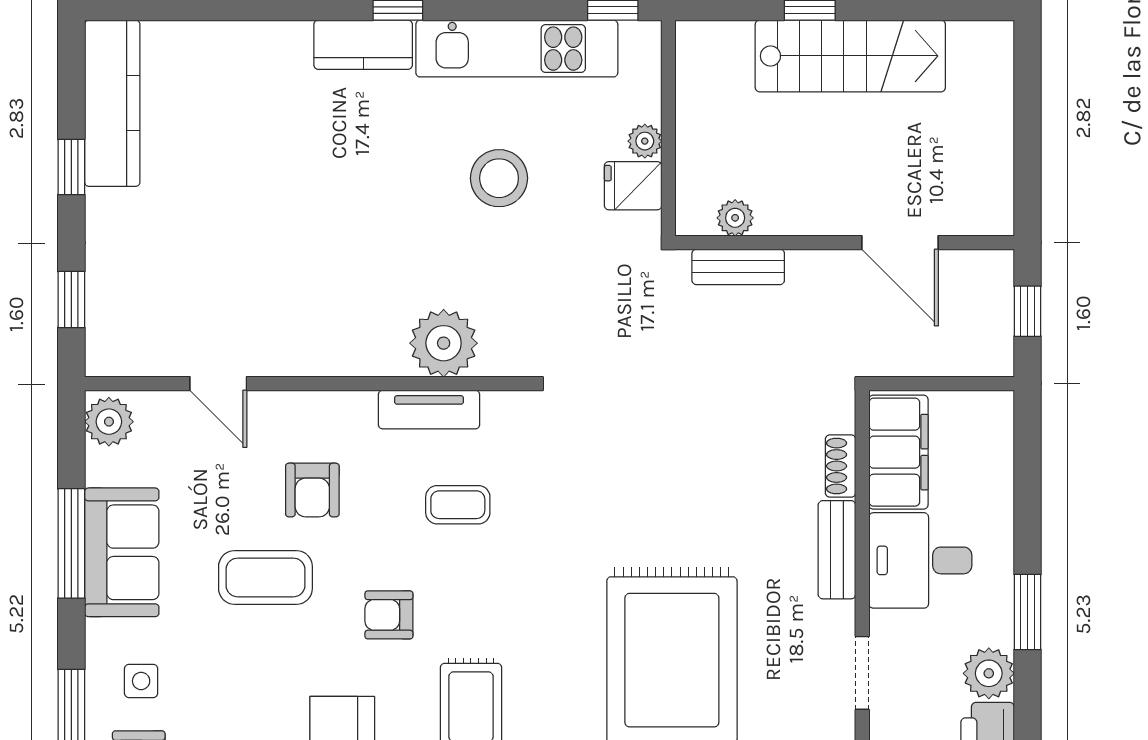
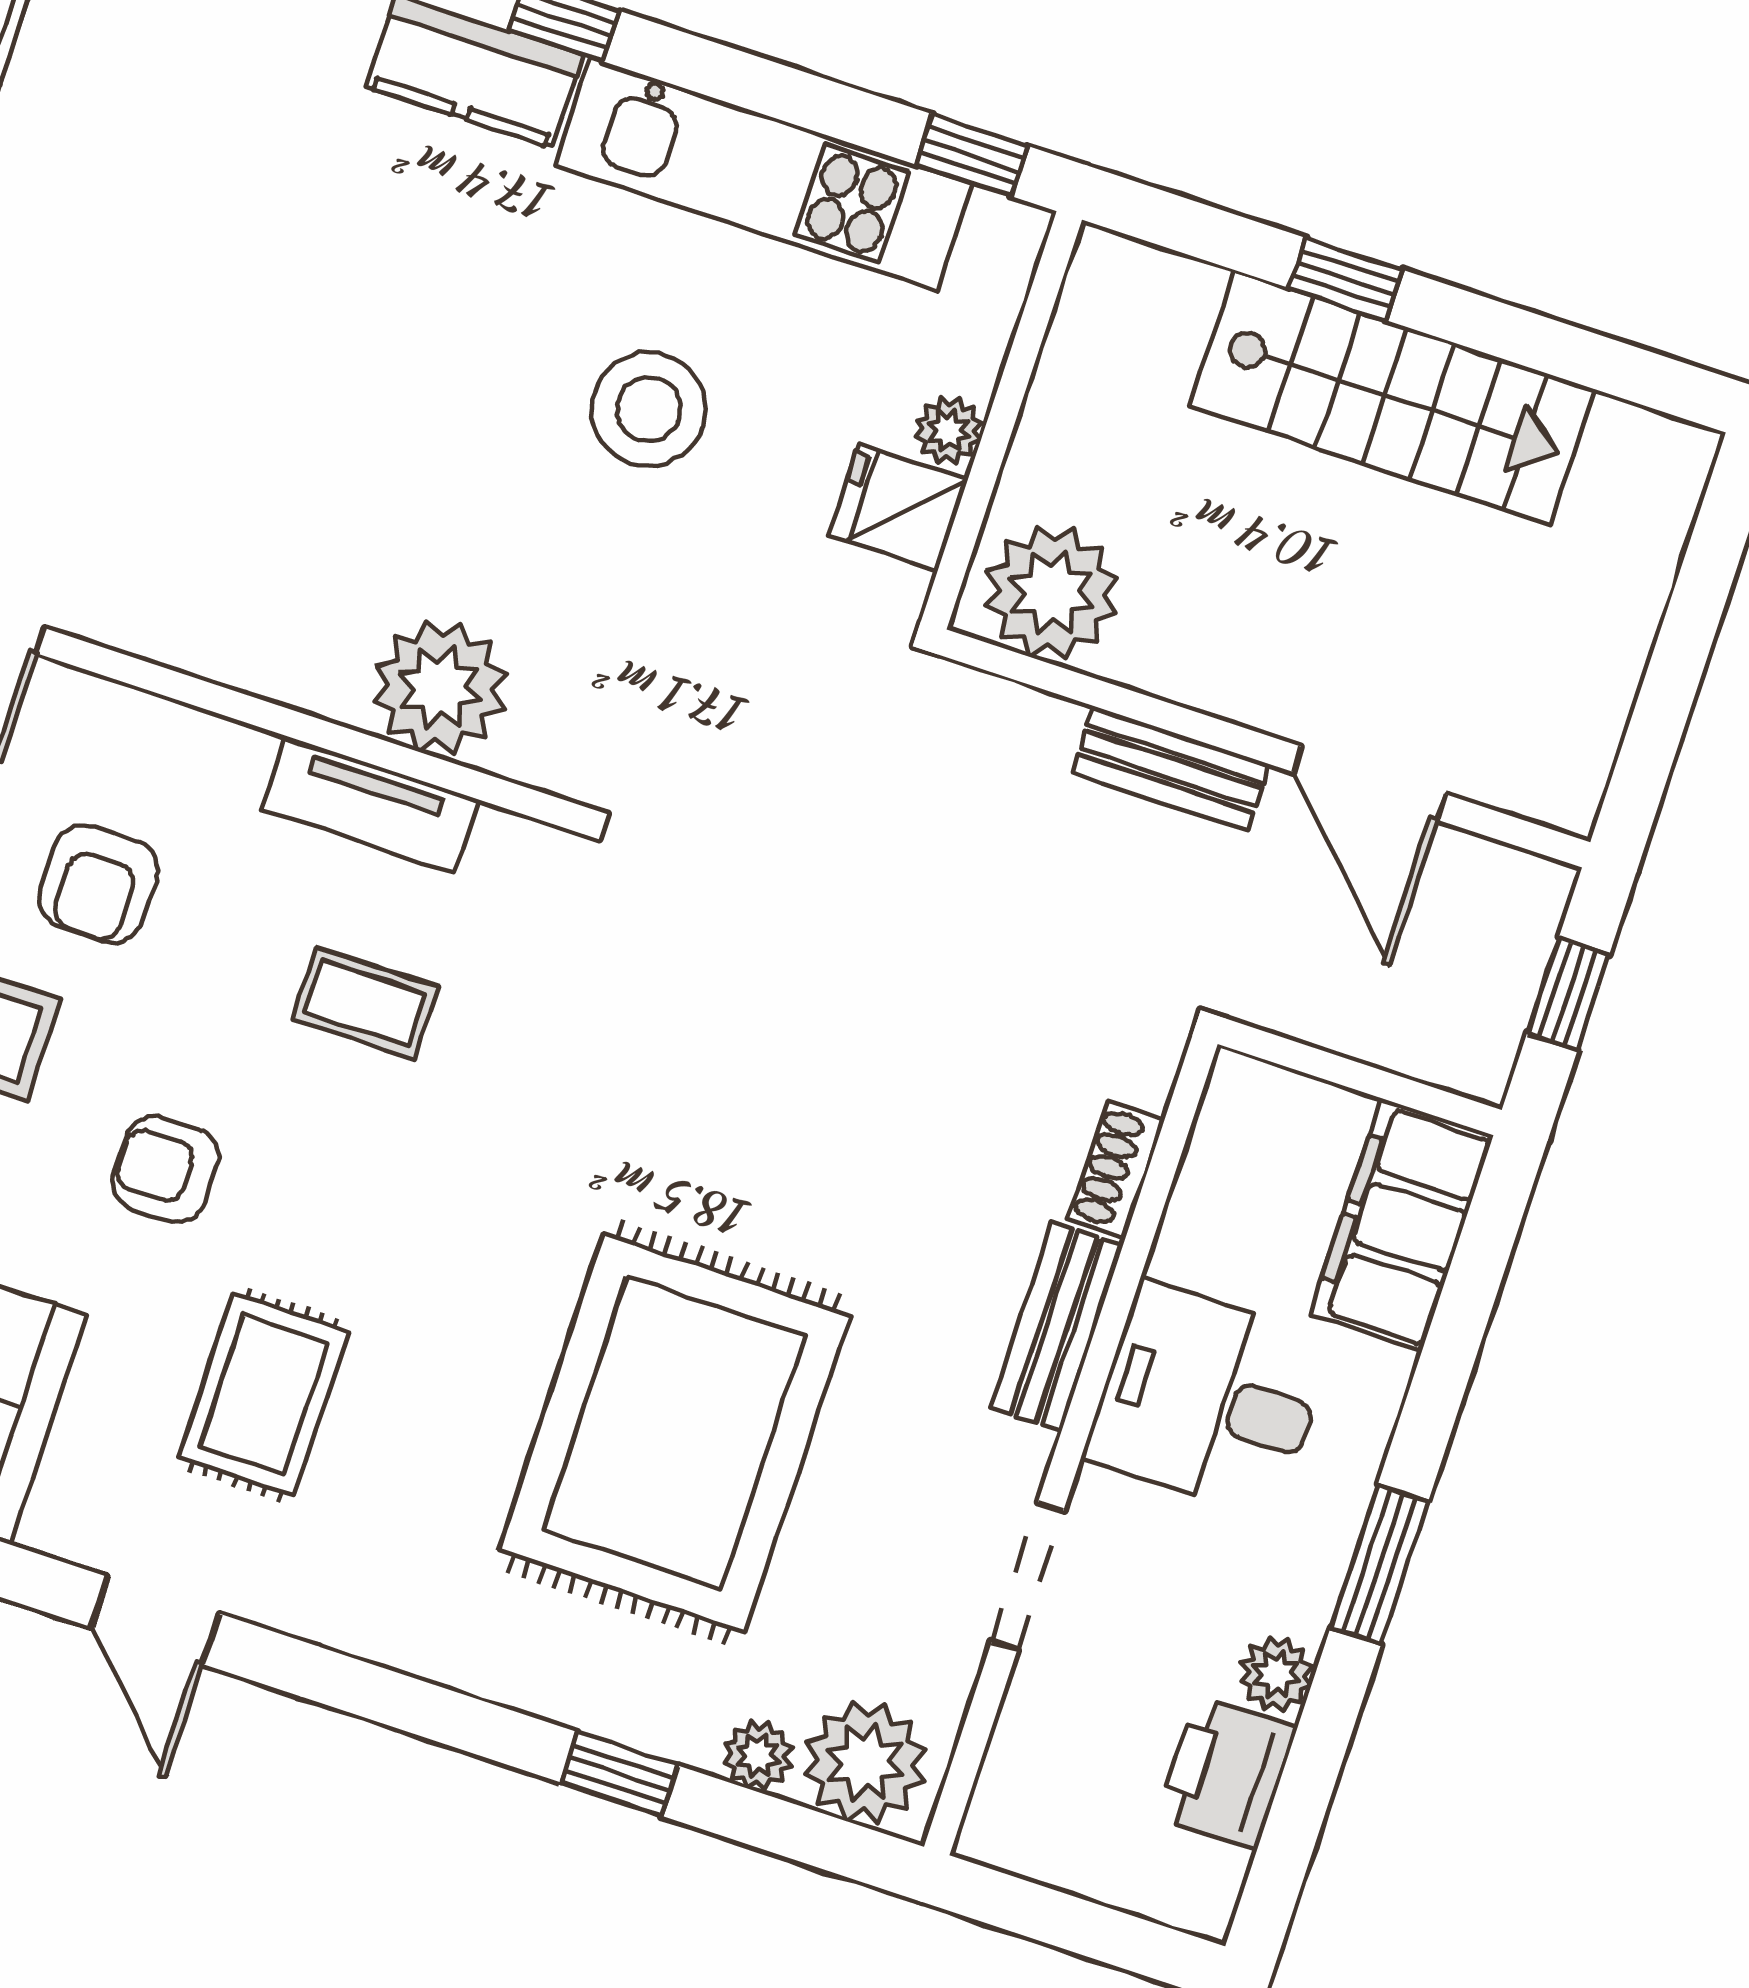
plant: (735, 218) -> (1052, 592), width x1.88, depth x1.88
bench: (738, 267) -> (1171, 769), moved
filing cabinet: (898, 452) -> (1402, 1225), moved, turned 180
plant: (989, 673) -> (1276, 1674), width x0.73, depth x0.73

